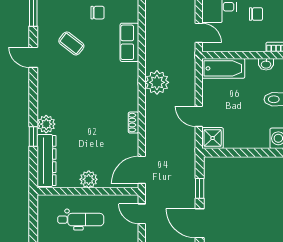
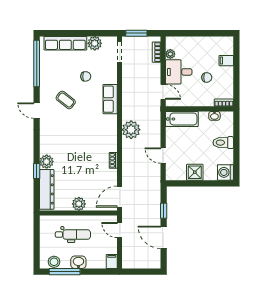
shower: (213, 138) -> (195, 172), moved

